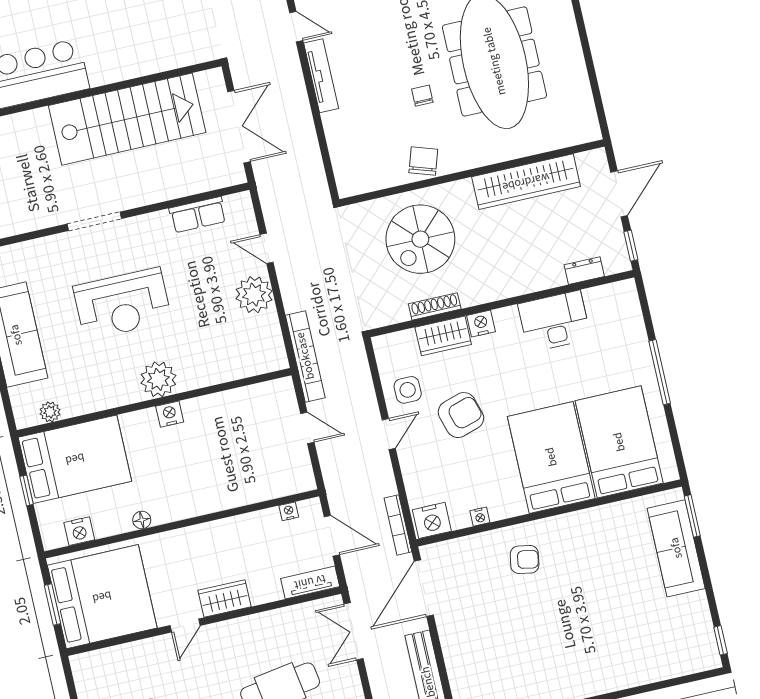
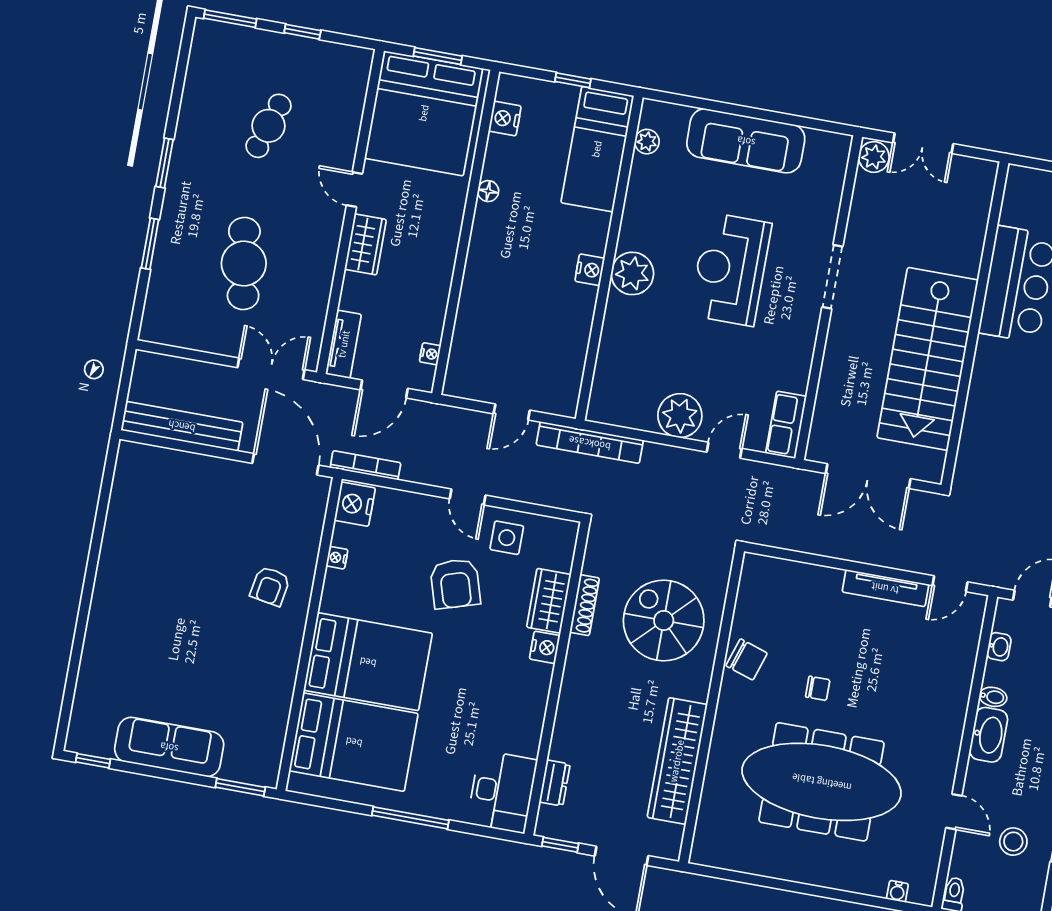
row of seats: (198, 215) -> (786, 425), moved
desk: (554, 321) -> (502, 792), moved
bed: (75, 459) -> (597, 149), width x0.67
sofa: (676, 548) -> (169, 747), moved

